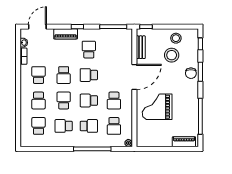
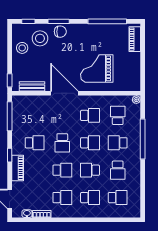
school desk: (89, 50) -> (35, 143), turned 180
stool: (172, 55) -> (40, 38), moved
school desk: (38, 75) -> (62, 198), turned 180
school desk: (89, 100) -> (90, 143), turned -90
grand piano: (157, 107) -> (97, 68), turned 90
school desk: (38, 126) -> (118, 198), turned 180
school desk: (89, 126) -> (118, 143), turned -90
school desk: (114, 126) -> (118, 115), turned -90

